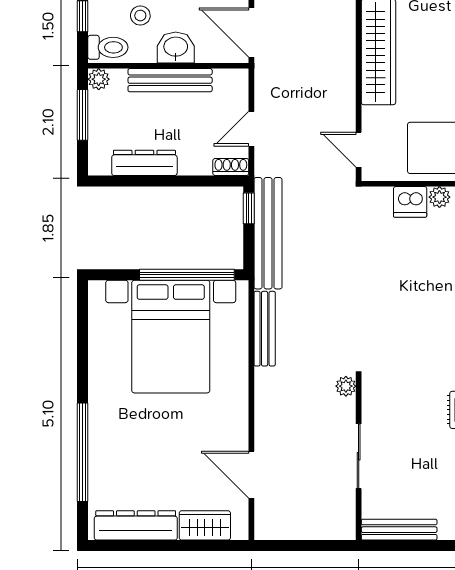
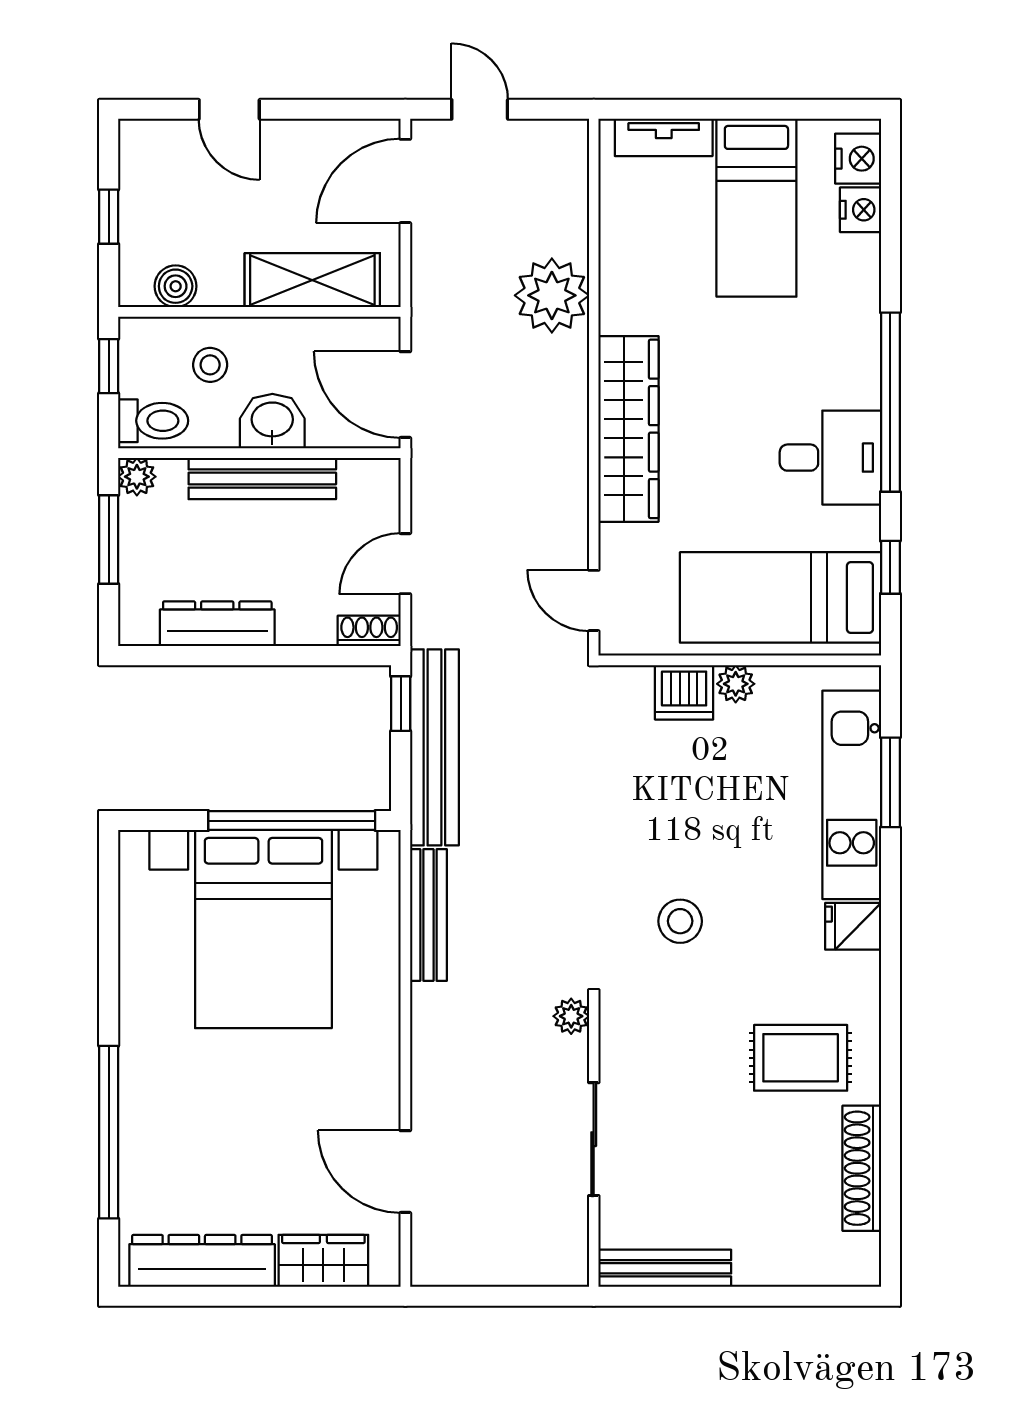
stool: (408, 332) -> (680, 921), added

